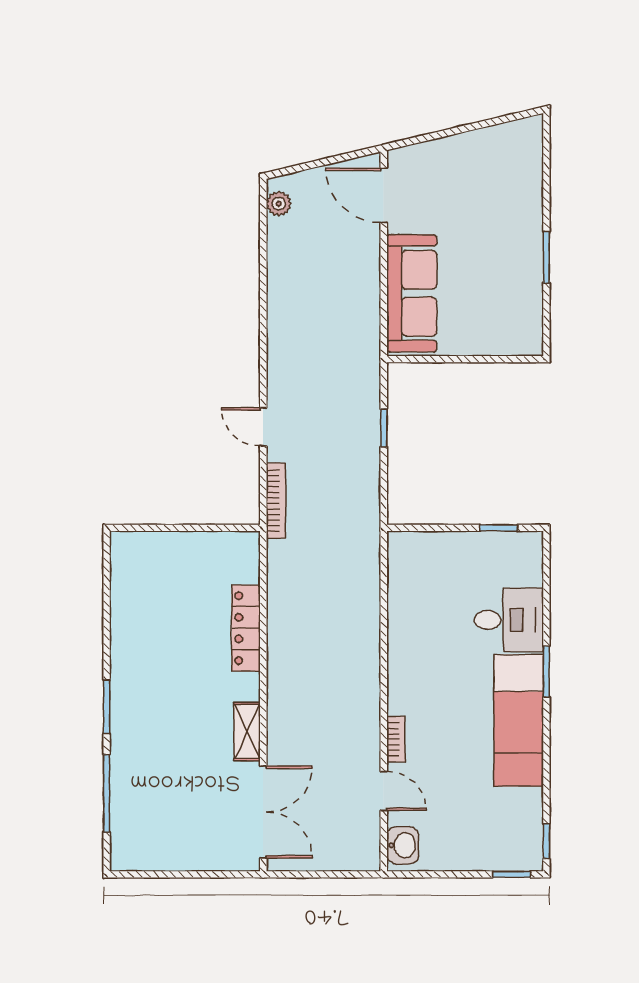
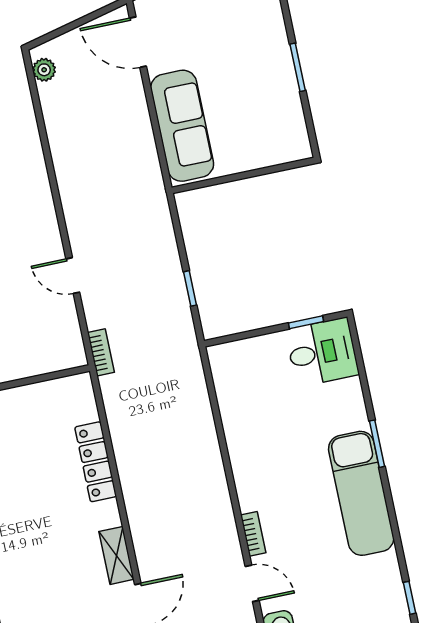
window: (384, 428) -> (190, 288), moved
bookcase: (276, 500) -> (101, 352), width x0.64
desk: (509, 620) -> (322, 352), moved

